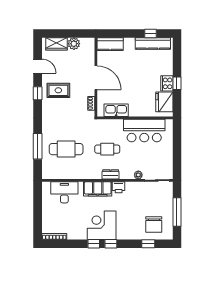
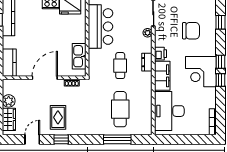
desk: (64, 192) -> (169, 111), width x1.36, depth x1.30
chair: (154, 225) -> (191, 31), moved

